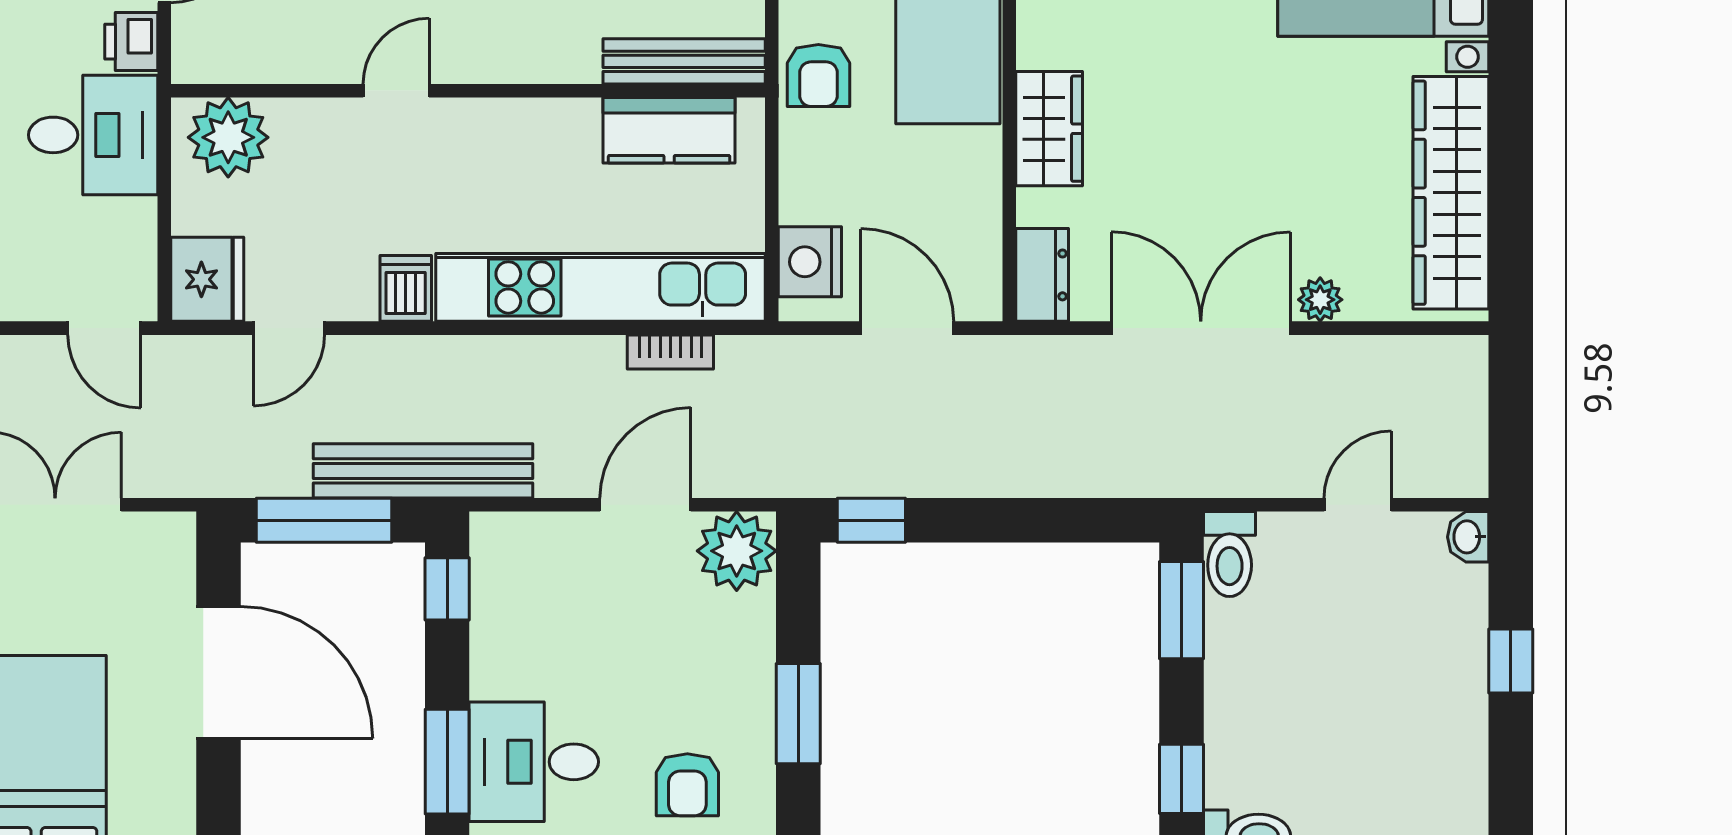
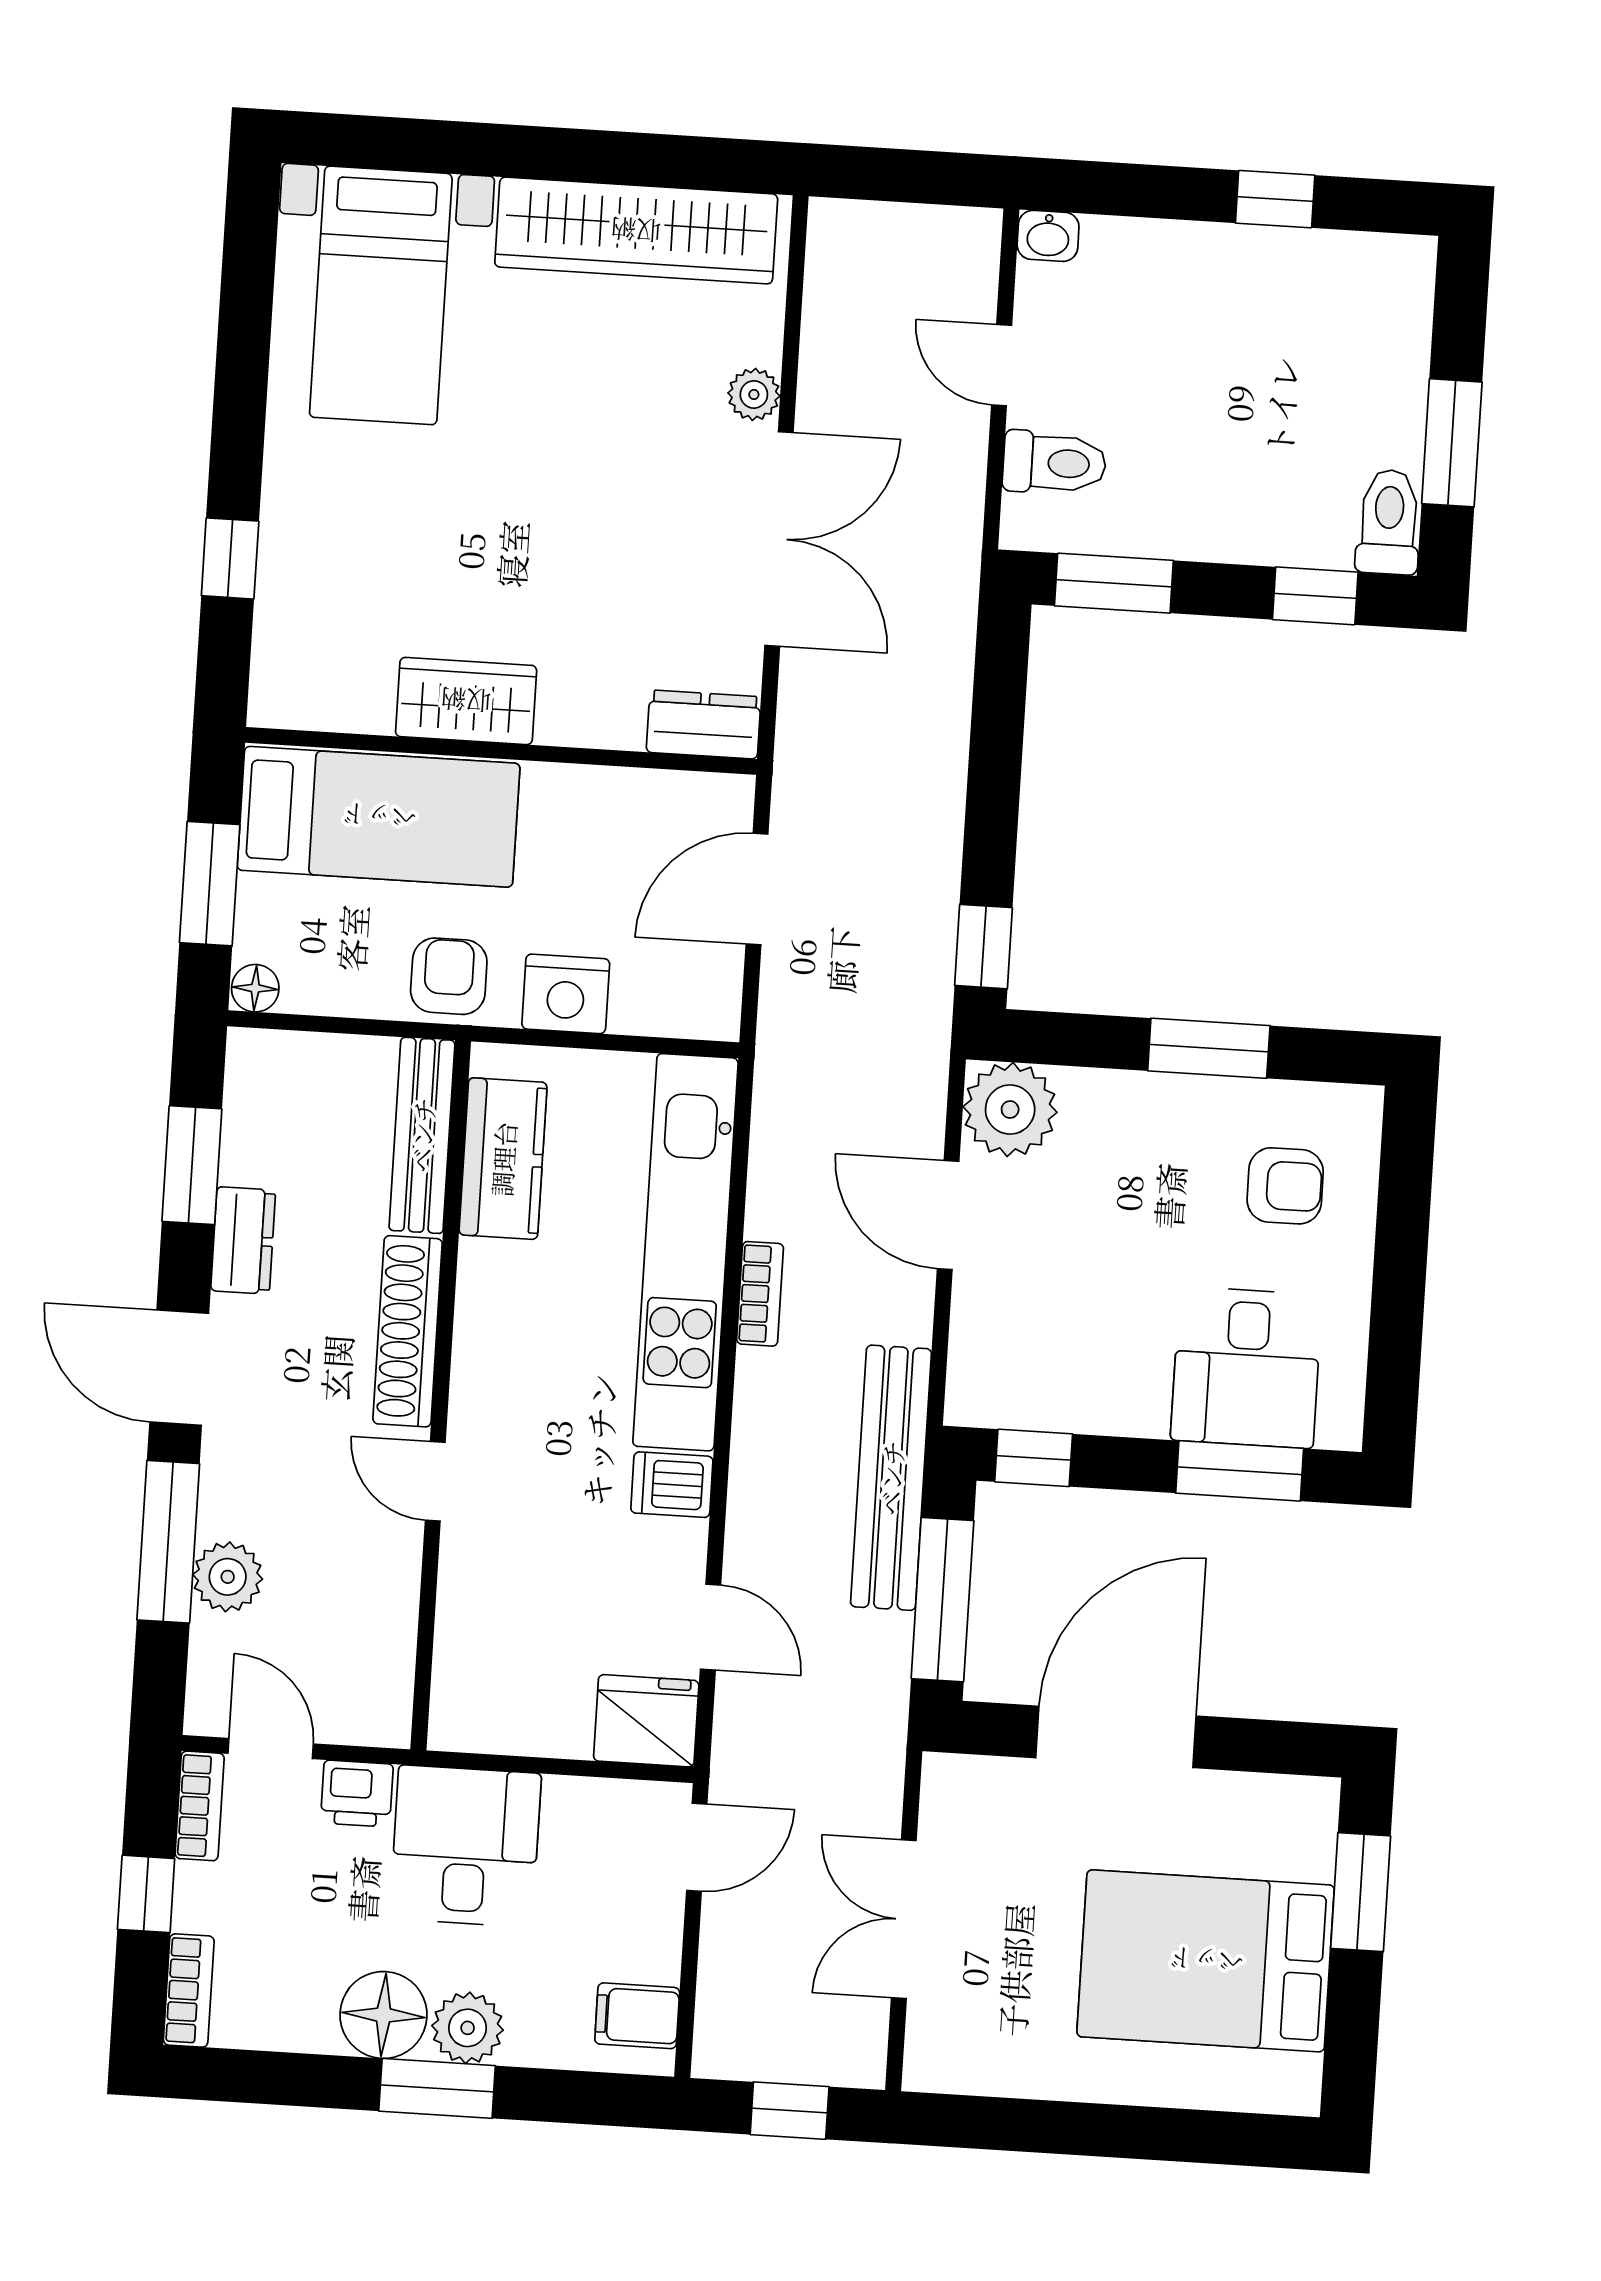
shoe rack: (520, 60) -> (408, 1331), added
armchair: (818, 75) -> (449, 976), turned -90
wardrobe: (1049, 129) -> (466, 701), moved
plant: (228, 137) -> (478, 1685), removed
nightstand: (810, 262) -> (566, 994), moved
double door: (1201, 328) -> (779, 539), swing flipped
bookcase: (670, 352) -> (760, 1294), moved
toilet: (1230, 554) -> (1054, 463), moved
window: (1511, 661) -> (1275, 199), moved

